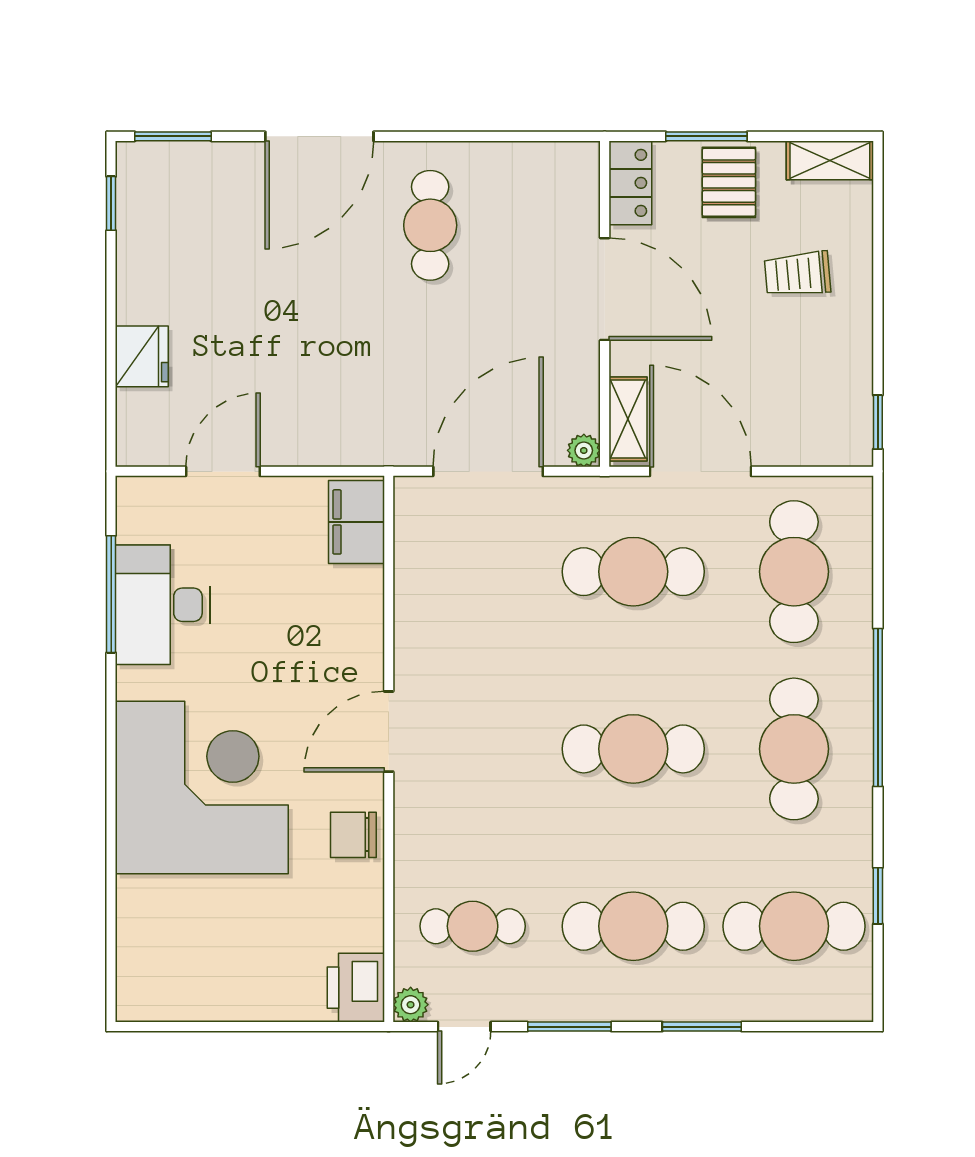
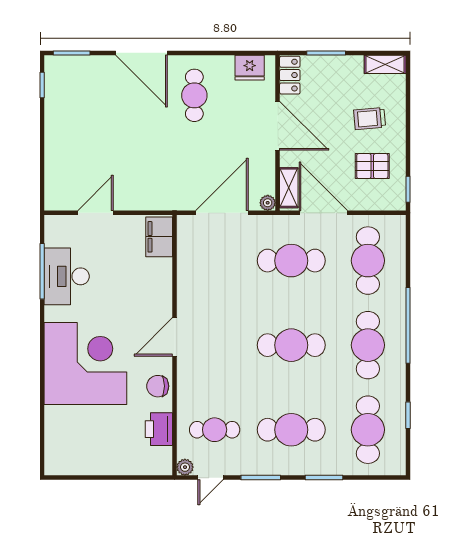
door: (319, 136) -> (141, 53), hinge flipped
pallet: (729, 182) -> (372, 166), moved, turned 90
fridge: (142, 356) -> (250, 68), moved, turned 90
cafe table: (794, 926) -> (368, 430), turned 90
printer: (356, 988) -> (159, 429), moved

